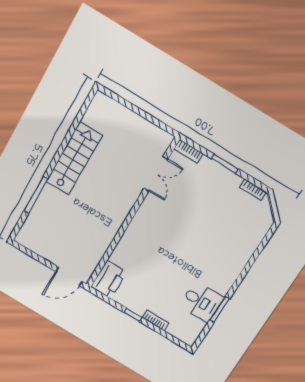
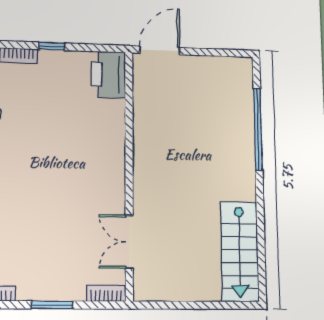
stairs: (74, 159) -> (240, 252), moved
window: (36, 195) -> (258, 129), width x1.46

